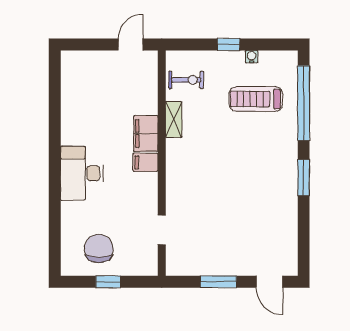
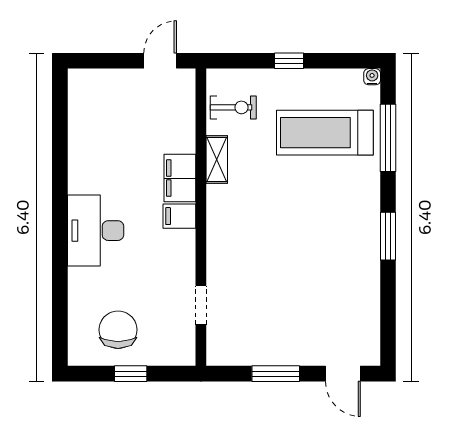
water cooler: (252, 57) -> (372, 77), moved
treadmill: (256, 99) -> (325, 133), width x1.37, depth x1.38
window: (304, 103) -> (388, 138), width x0.68

